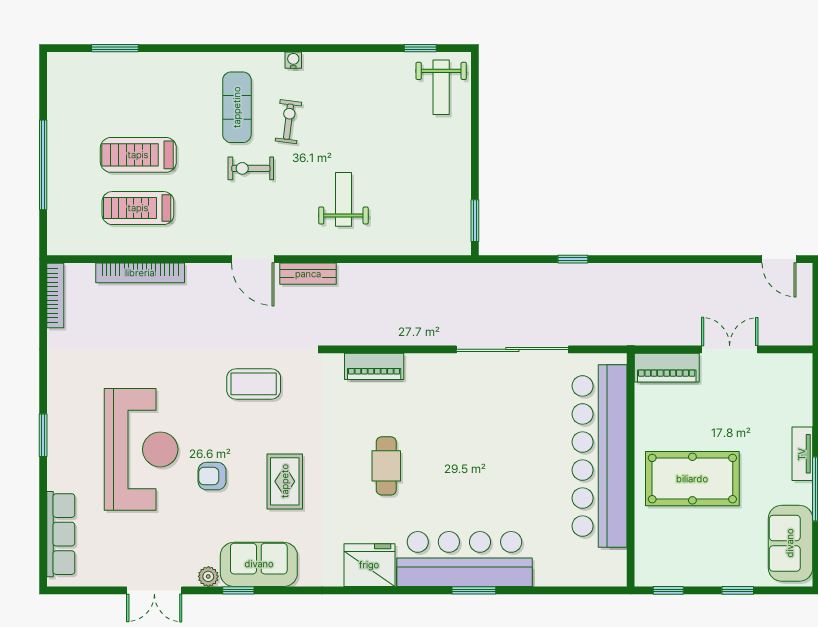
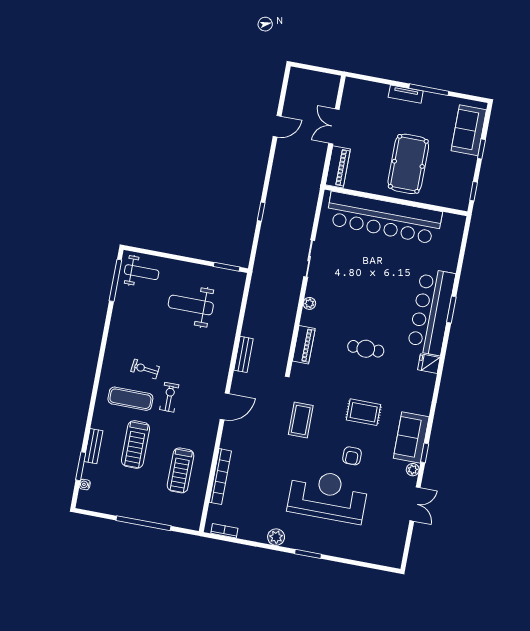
window: (420, 48) -> (115, 280), width x2.17
water cooler: (293, 60) -> (85, 485), moved
bench: (151, 62) -> (93, 446), added
treadmill: (138, 155) -> (136, 444), moved
exercise bike: (251, 168) -> (169, 397), turned 180
weight bench: (343, 199) -> (191, 305), moved, width x1.36, depth x1.33
door: (779, 259) -> (277, 126), moved
bench: (308, 274) -> (244, 354), moved
bookcase: (55, 296) -> (224, 531), width x0.64
sliding door: (512, 349) -> (309, 259), width x0.54
plant: (441, 363) -> (309, 303), added
plant: (60, 380) -> (276, 537), added
row of seats: (61, 534) -> (370, 554), removed
sofa: (790, 543) -> (469, 130), moved, turned 90
fridge: (369, 565) -> (429, 364), width x0.53, depth x0.75

